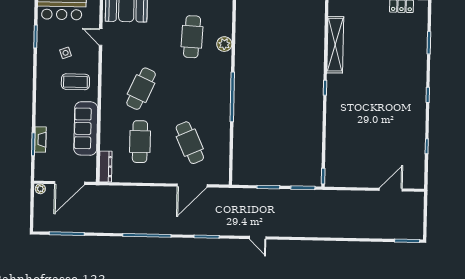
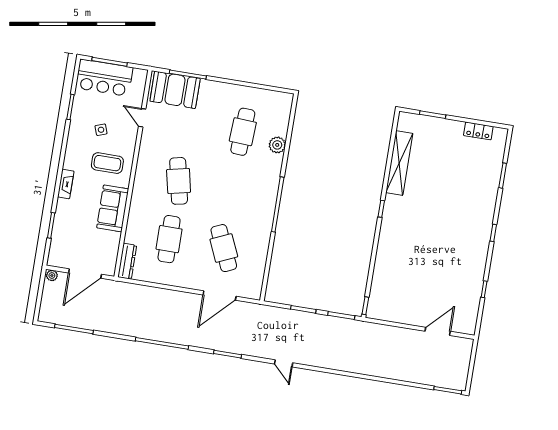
cafe table: (141, 89) -> (179, 181), turned -36
sofa: (86, 128) -> (113, 208), width x0.73
fireplace: (40, 140) -> (66, 184), moved

